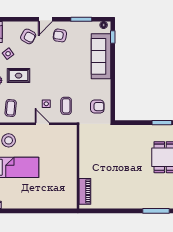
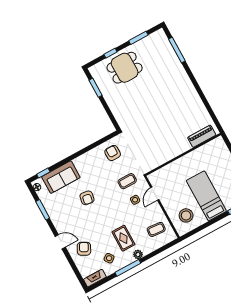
armchair: (60, 35) -> (87, 198), moved
sofa: (101, 56) -> (61, 177), width x0.73
wall: (78, 167) -> (183, 154), moved
piano: (85, 191) -> (202, 136), moved

